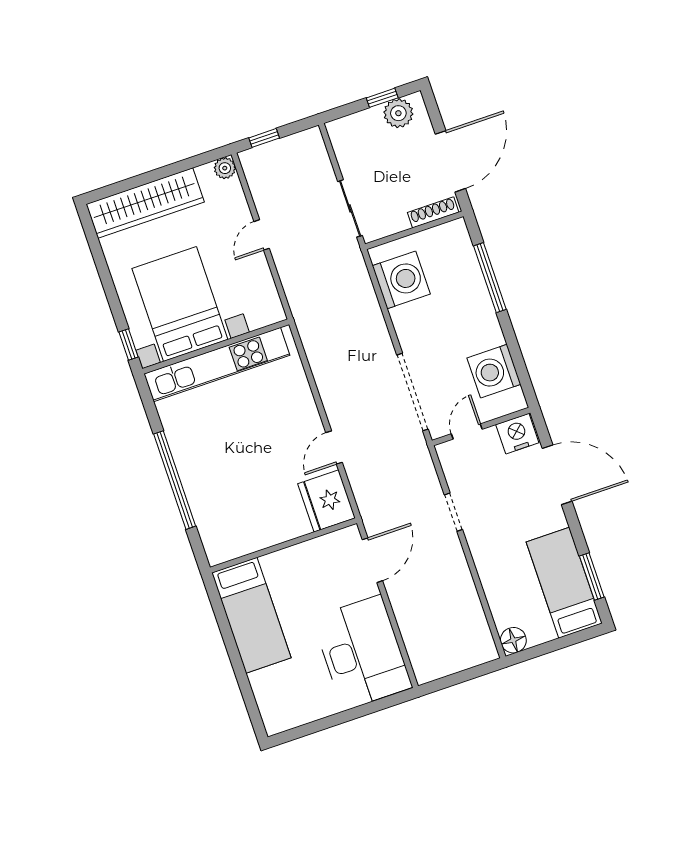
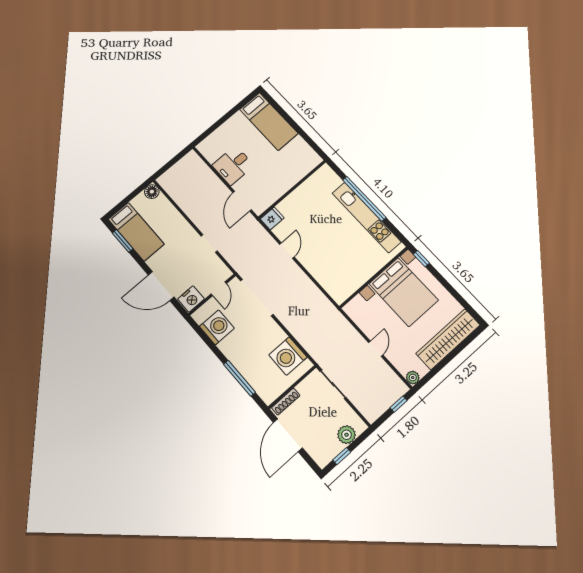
plant: (398, 113) -> (346, 435), moved
kitchen unit: (217, 365) -> (366, 217), moved, turned -90
fridge: (327, 501) -> (272, 218), width x0.53, depth x0.75
bed: (251, 615) -> (269, 121), moved, turned 180
desk: (362, 652) -> (233, 165), width x0.53, depth x0.77

